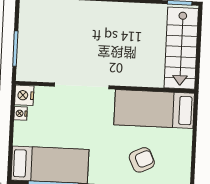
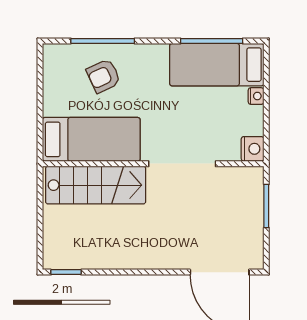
stairs: (181, 48) -> (96, 185), moved, turned 90
nightstand: (21, 113) -> (256, 96), moved

